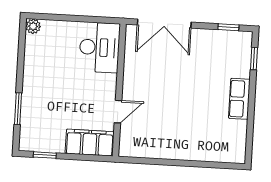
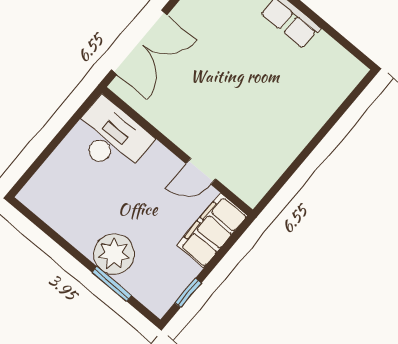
plant: (33, 26) -> (114, 254), moved, width x1.88, depth x1.88
door: (118, 112) -> (201, 171), swing flipped

